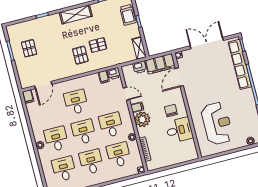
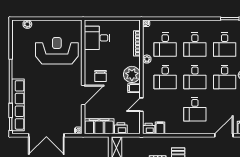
door: (179, 77) -> (83, 95), moved
door: (126, 94) -> (141, 105), hinge flipped
reception desk: (217, 123) -> (57, 51), turned 90
desk: (179, 130) -> (97, 38), moved

